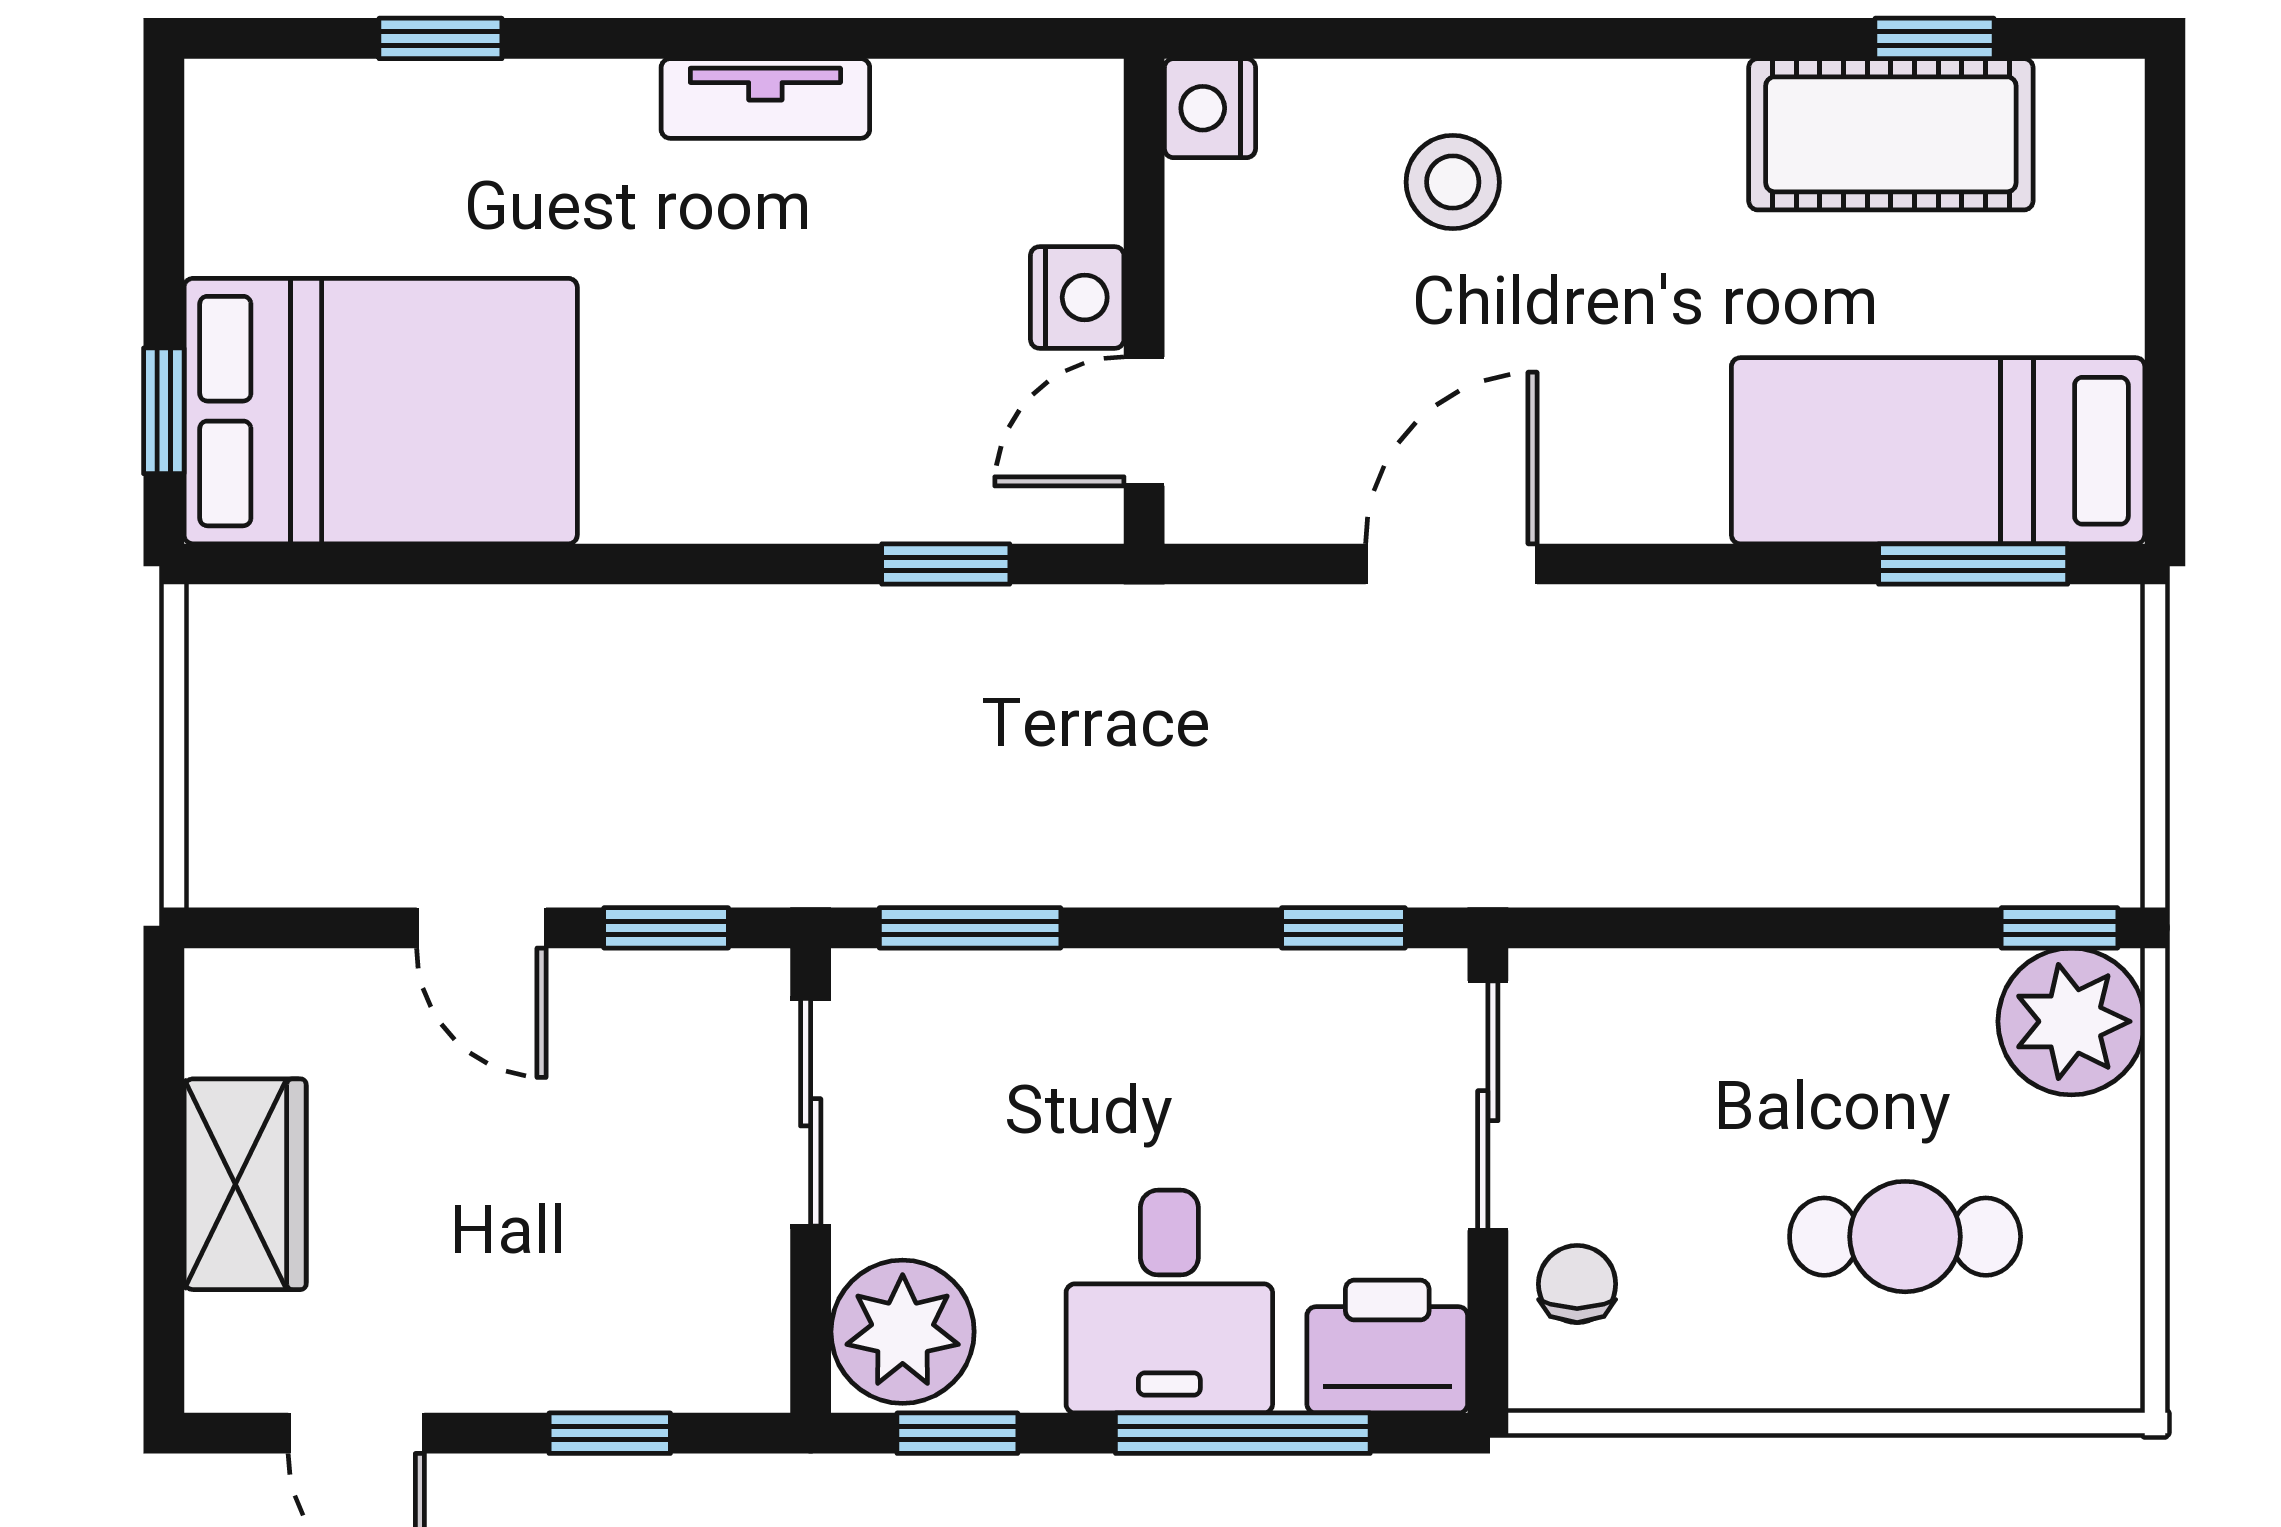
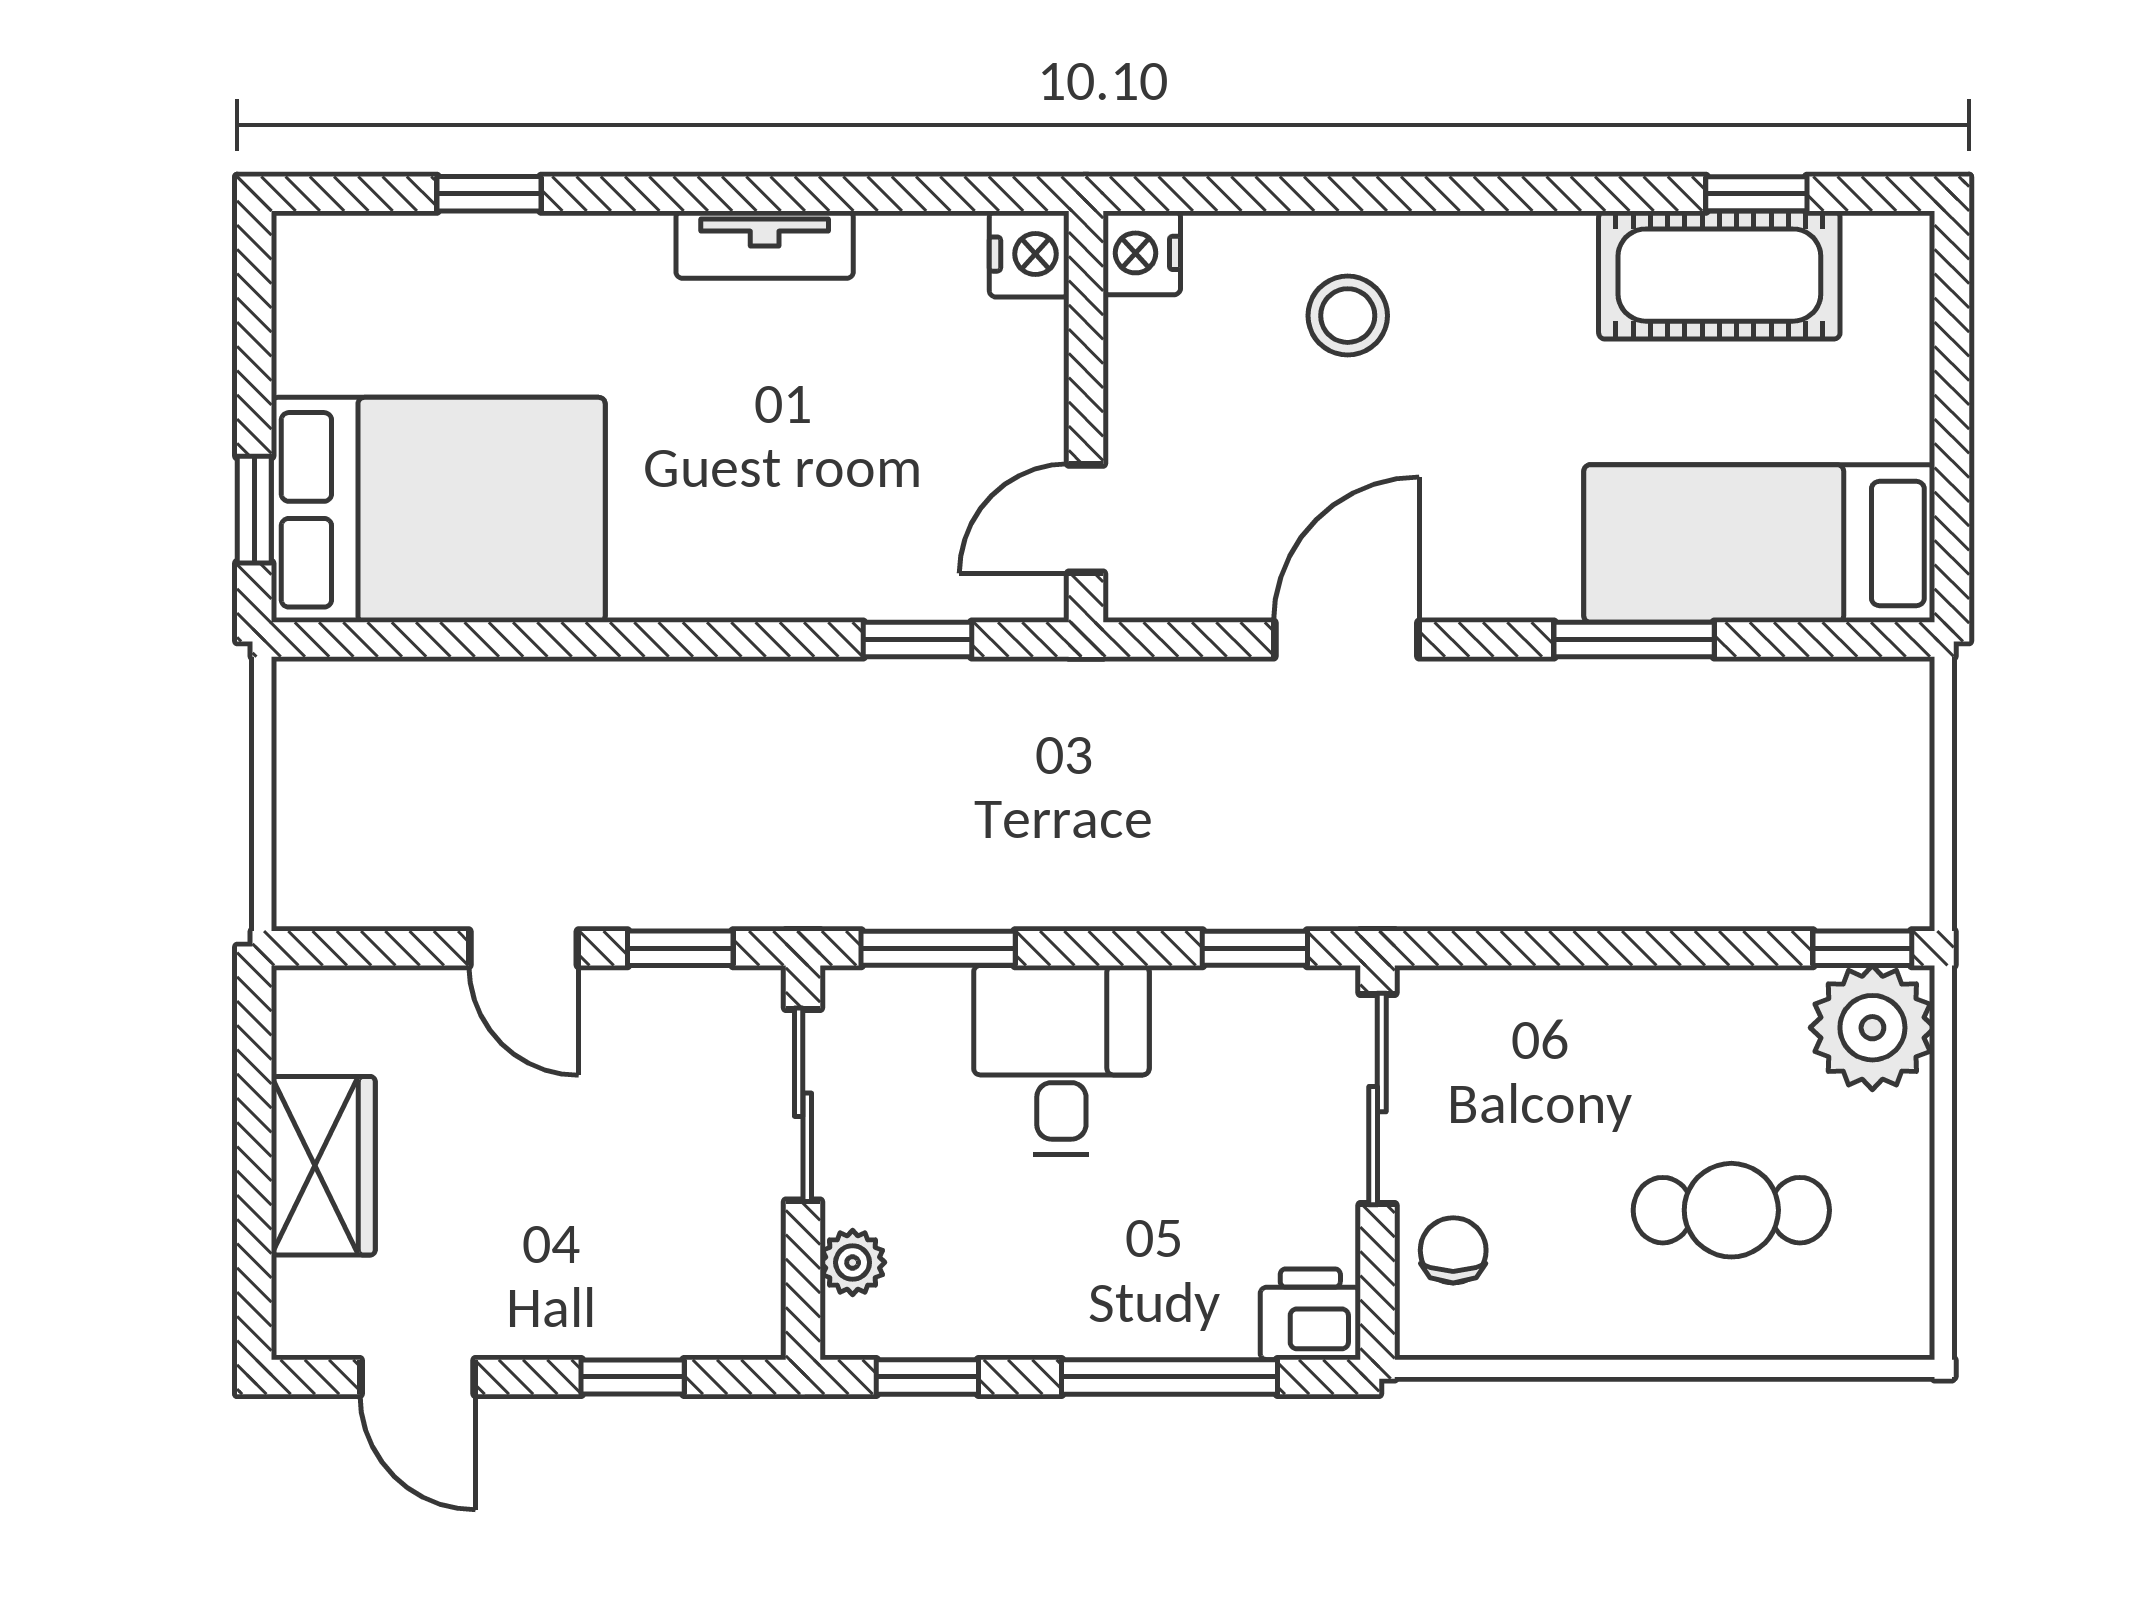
nightstand: (1077, 297) -> (1029, 254), moved
window: (1973, 564) -> (1634, 640), moved
desk: (1169, 1302) -> (1061, 1060), moved, turned 180
plant: (903, 1332) -> (853, 1262), width x0.53, depth x0.53
printer: (1387, 1347) -> (1310, 1314), width x0.73, depth x0.81

